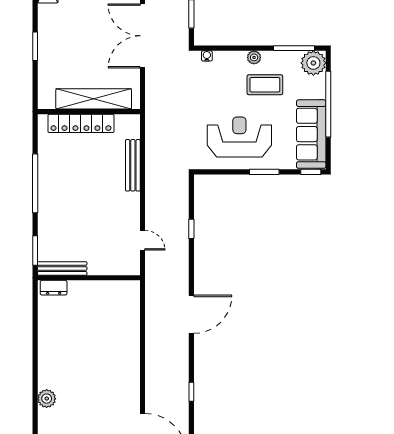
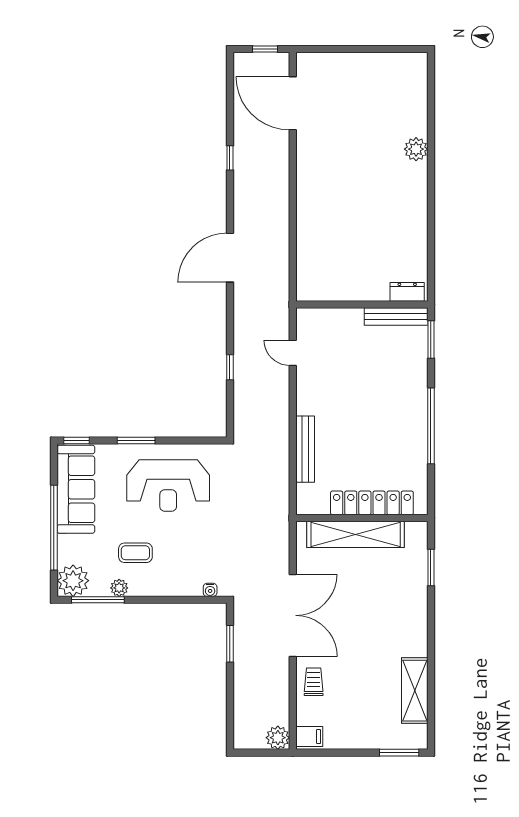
window: (35, 46) -> (431, 567), moved
plant: (254, 57) -> (119, 588), moved
coffee table: (265, 85) -> (135, 553), width x0.73, depth x0.77

